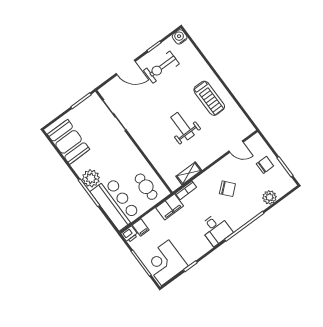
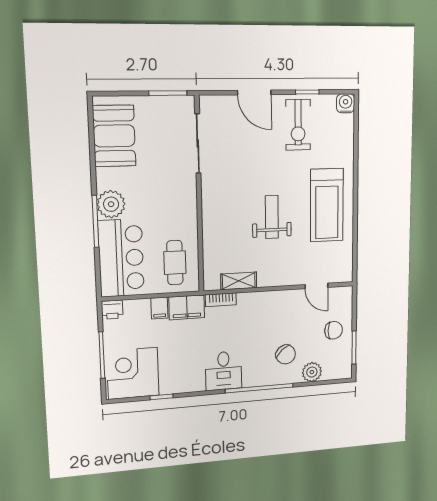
exercise bike: (161, 67) -> (298, 125), turned -90
treadmill: (209, 98) -> (327, 205), width x1.37, depth x1.38
chair: (227, 189) -> (286, 354), moved
filing cabinet: (141, 227) -> (159, 308), moved

